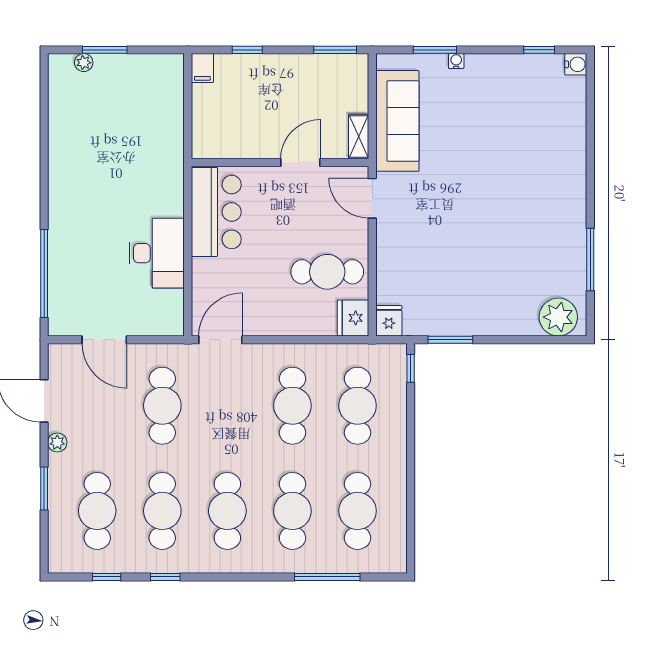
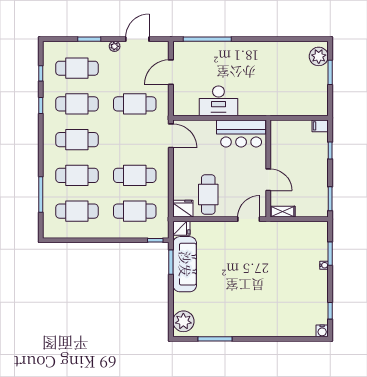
plant: (84, 63) -> (319, 56), width x1.87, depth x1.87
sofa: (397, 121) -> (185, 264), moved, turned -90

